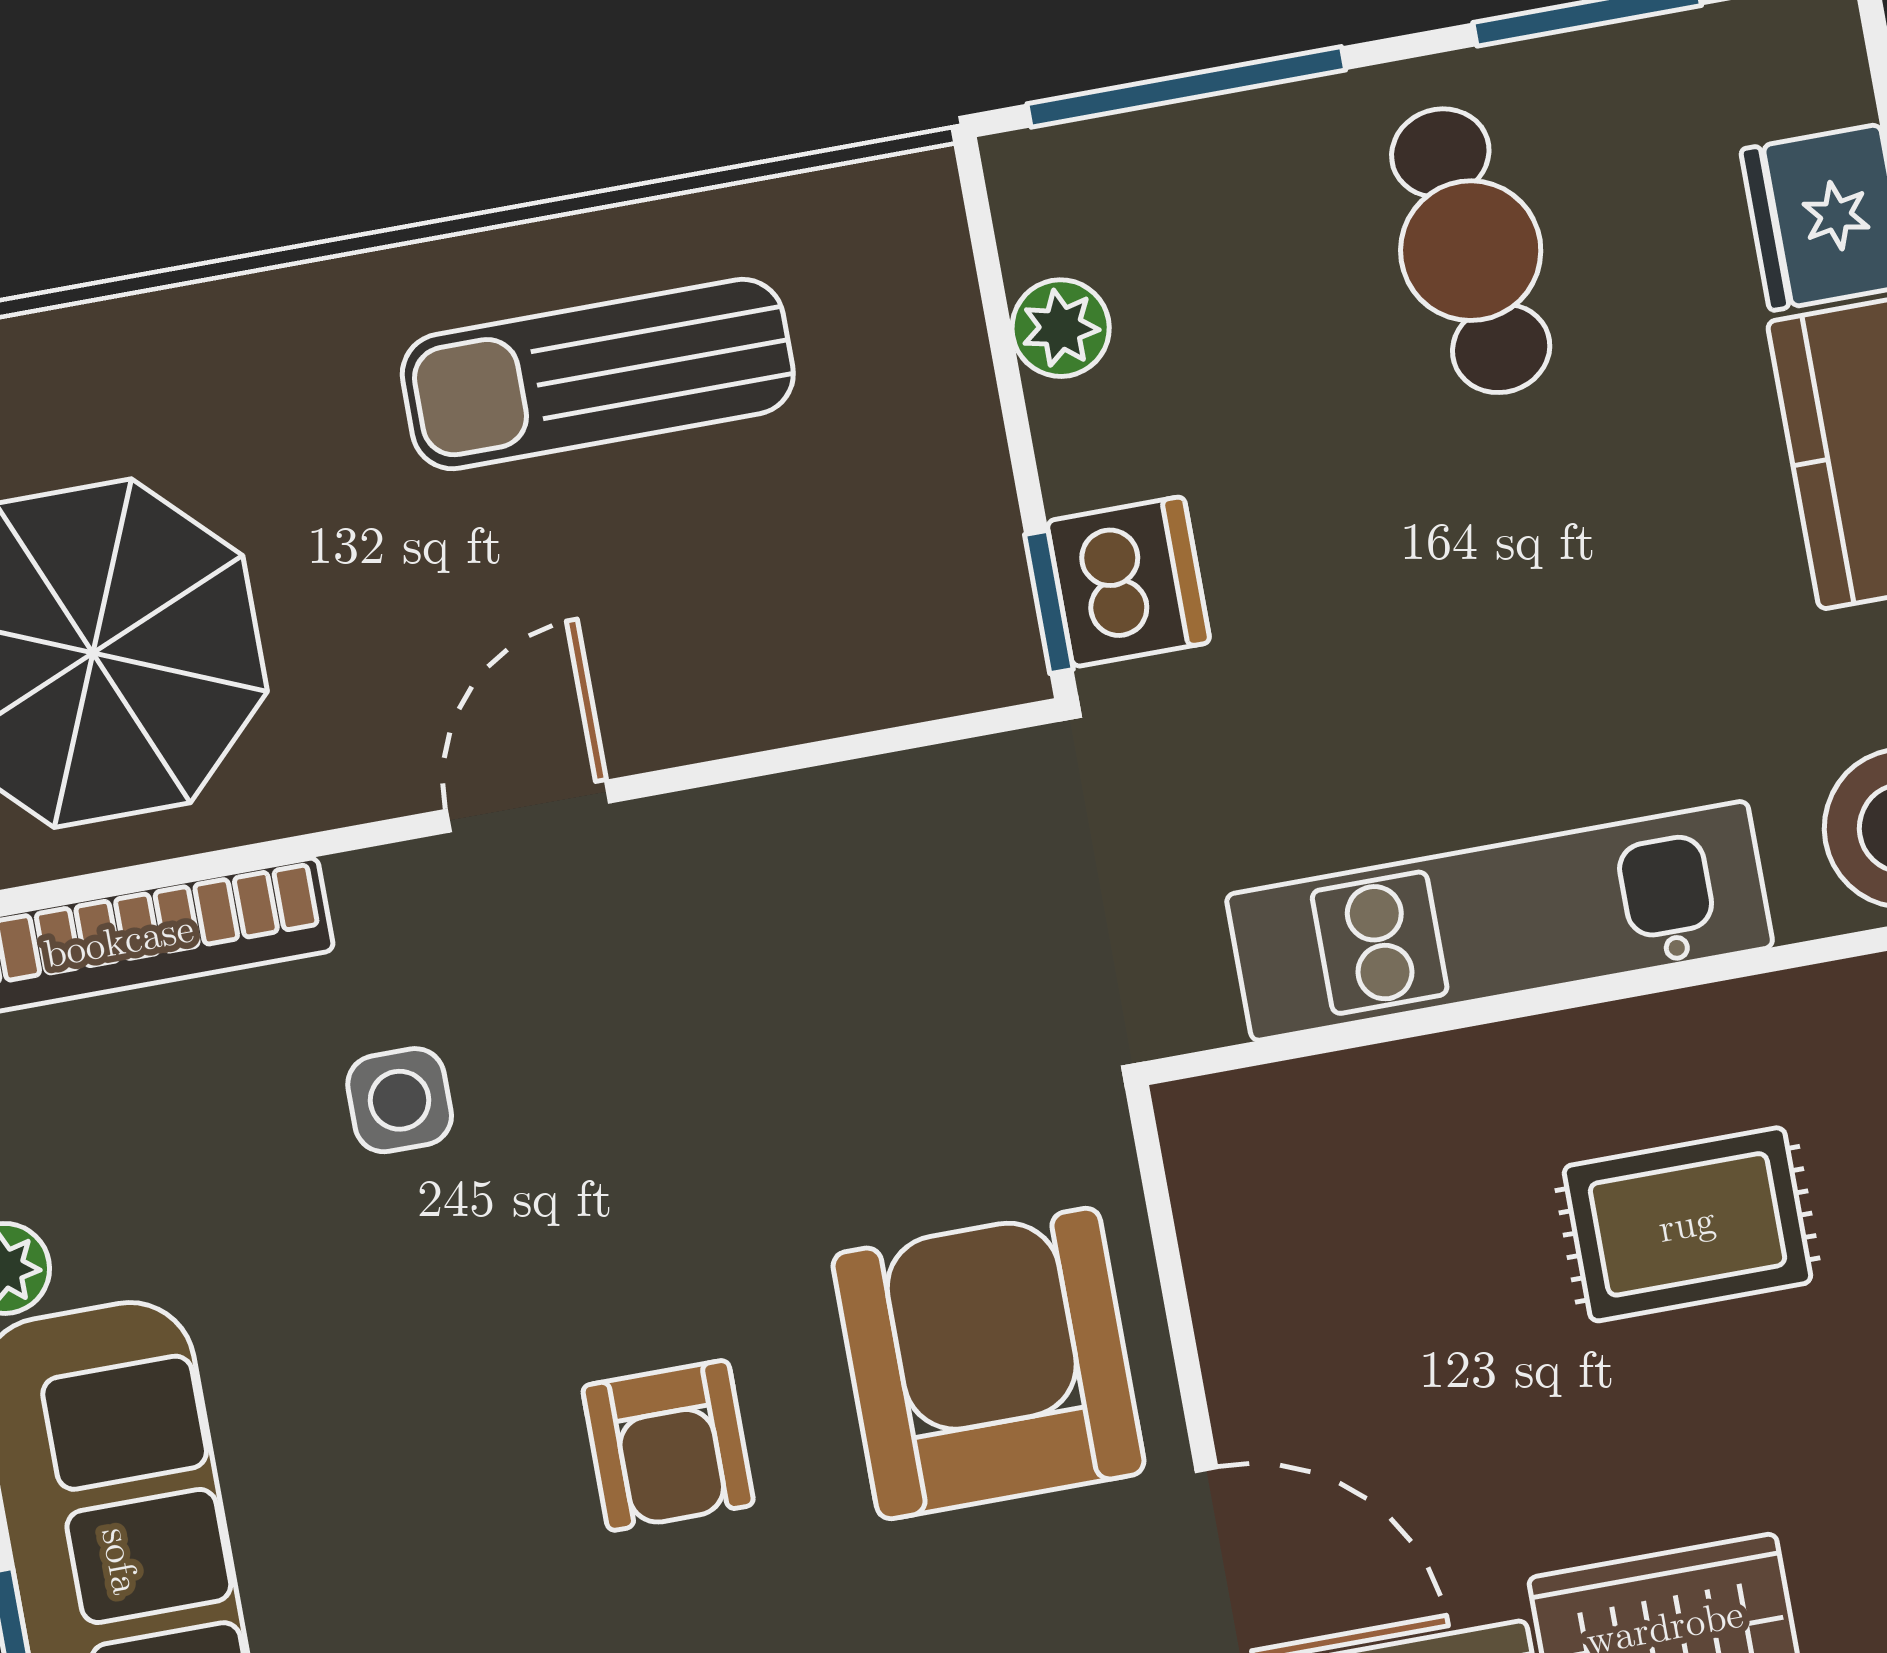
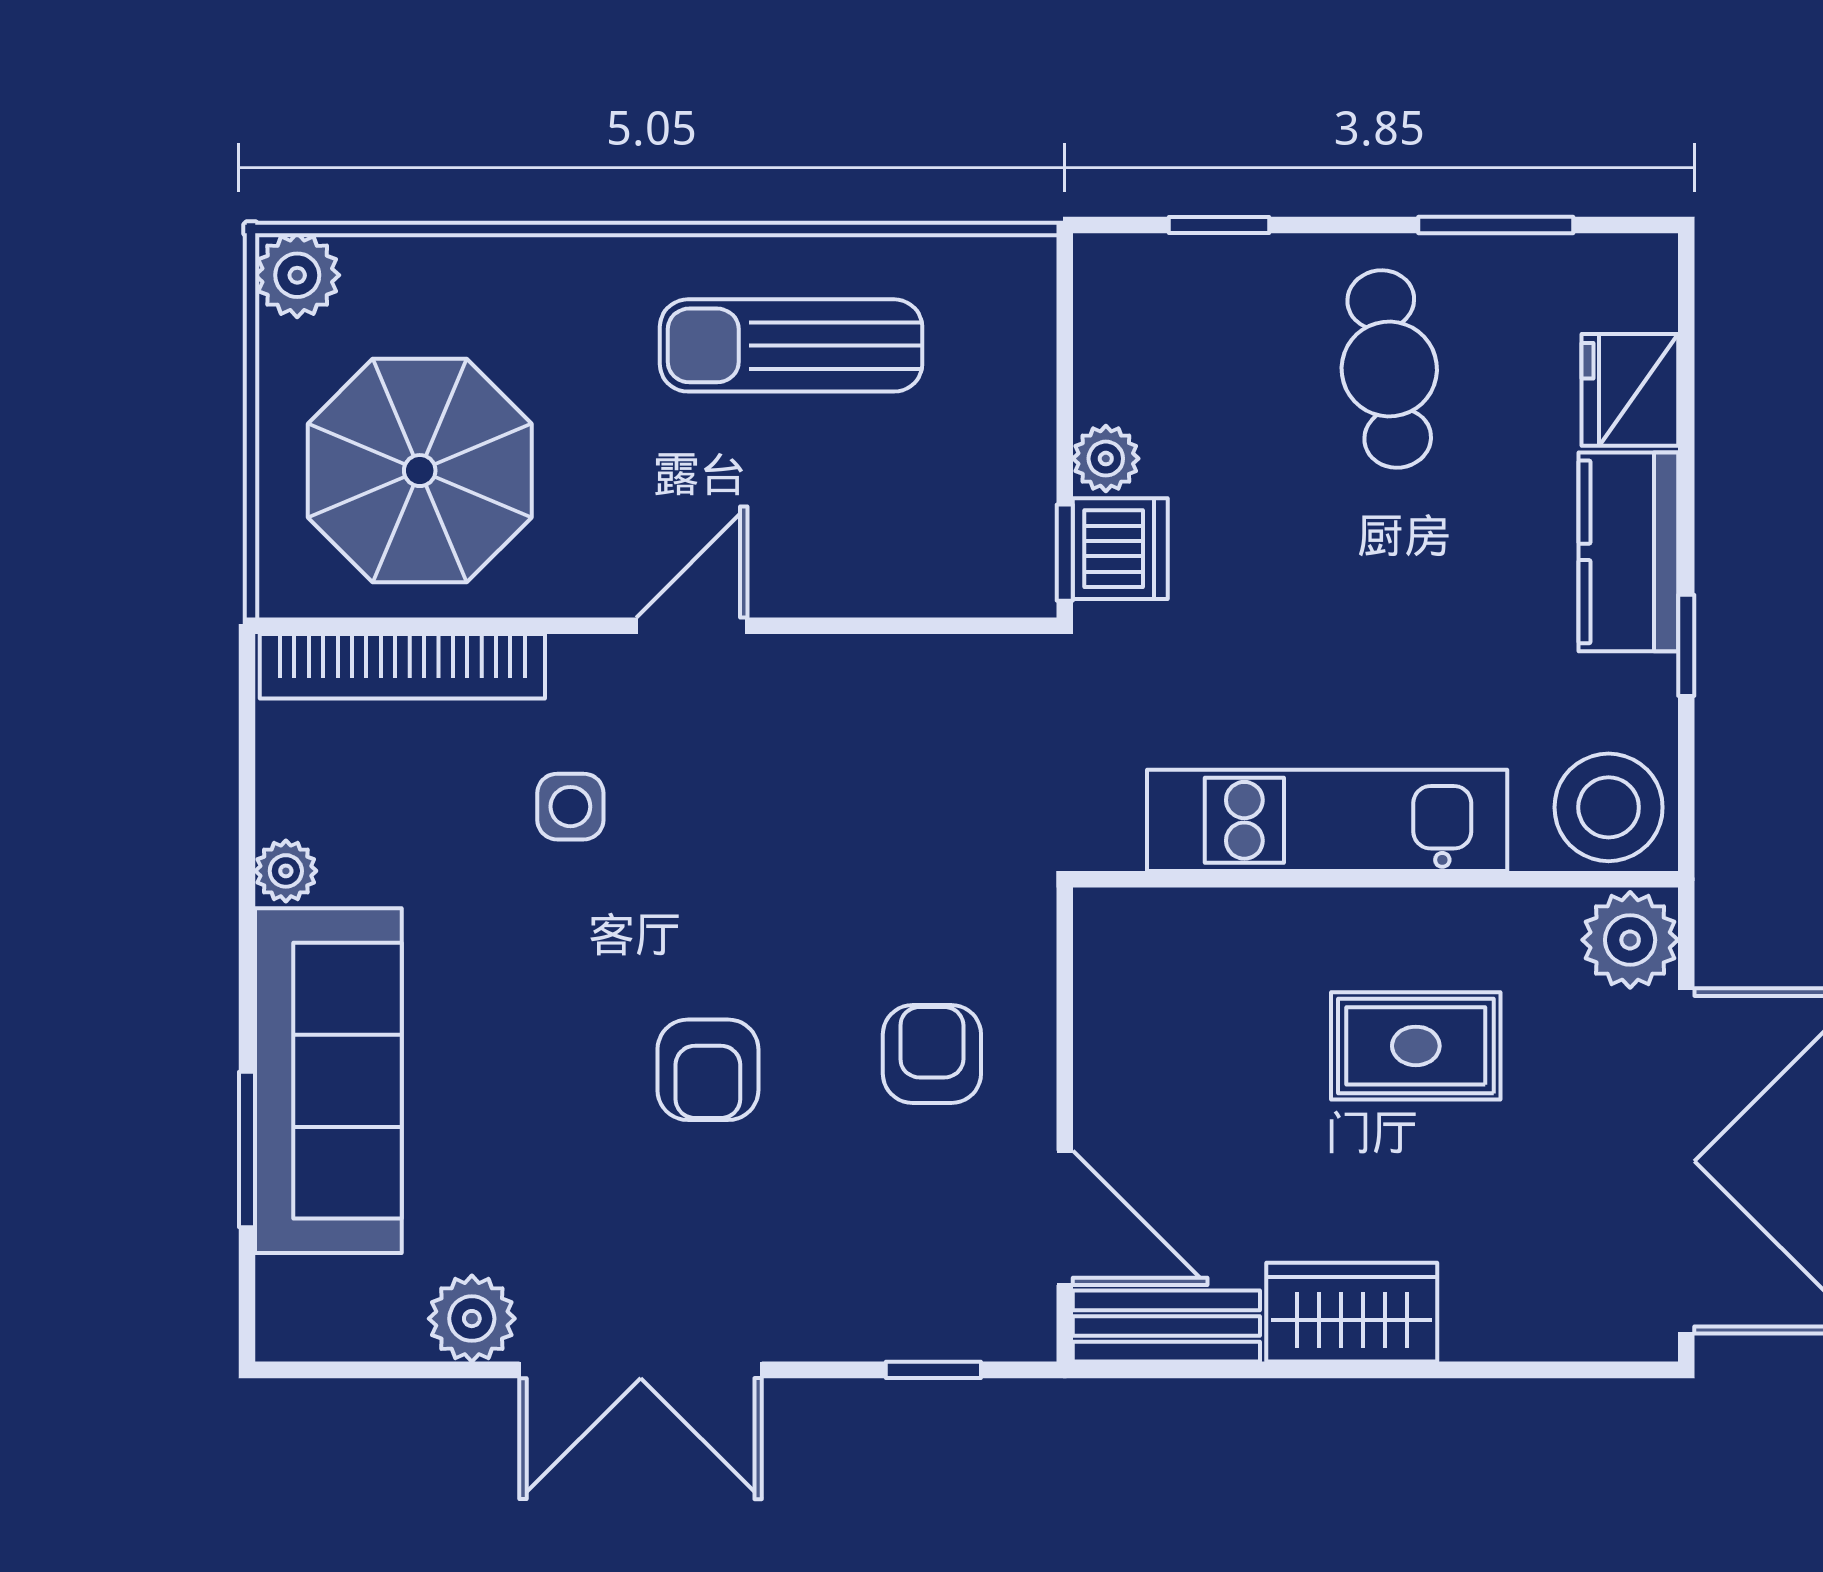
window: (1186, 87) -> (1219, 225), width x0.46
plant: (1061, 328) -> (1106, 459), moved
armchair: (988, 1364) -> (932, 1054), width x0.53, depth x0.53

